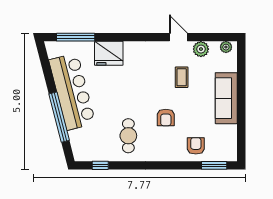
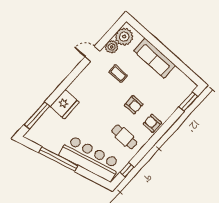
plant: (226, 47) -> (124, 37), width x1.87, depth x1.87
bar counter: (72, 92) -> (90, 158), moved
window: (59, 117) -> (58, 159), moved
armchair: (196, 146) -> (152, 123), moved

